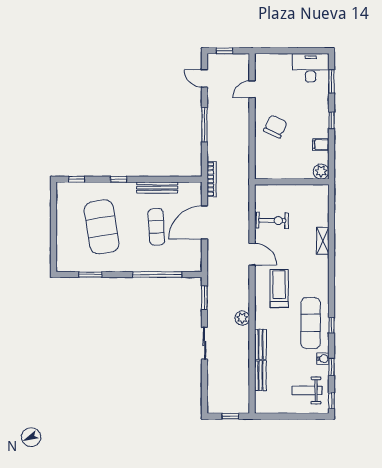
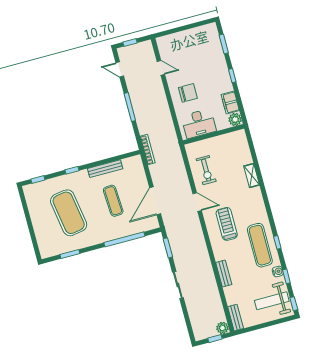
desk: (311, 68) -> (199, 124), moved, turned 180
door: (252, 89) -> (161, 68), swing flipped
chair: (275, 126) -> (188, 93), turned 65
filing cabinet: (321, 145) -> (230, 103), width x2.00
exercise bike: (272, 220) -> (206, 170), turned 89
door: (204, 223) -> (155, 201), moved
plant: (242, 318) -> (222, 328), moved
bench: (260, 376) -> (236, 318), moved
weight bench: (307, 390) -> (272, 301), width x1.36, depth x1.33

